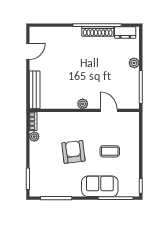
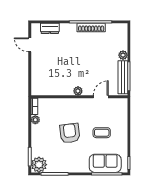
dresser: (125, 32) -> (50, 28), moved
door: (28, 51) -> (30, 45), swing flipped
bench: (35, 90) -> (123, 77), moved
door: (109, 110) -> (101, 97), hinge flipped
sofa: (100, 186) -> (105, 163), moved
plant: (38, 188) -> (39, 165), added

